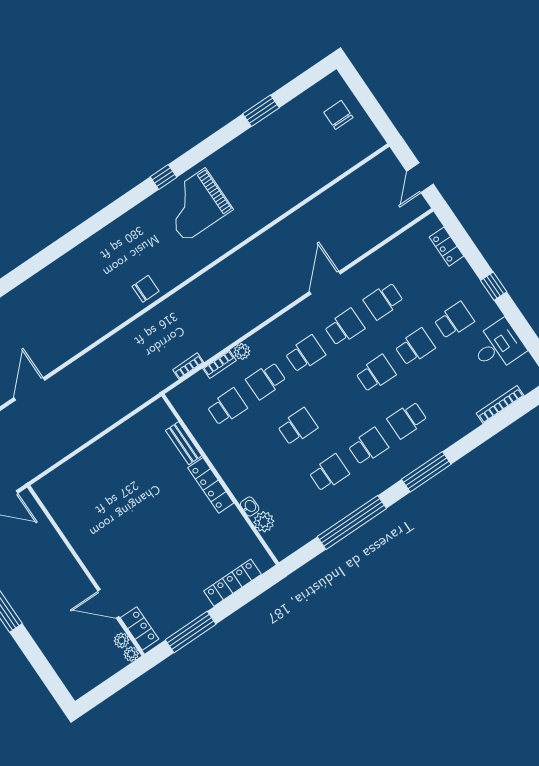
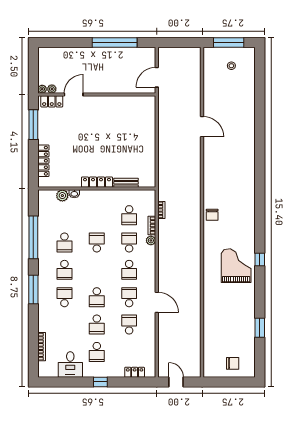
school desk: (344, 327) -> (129, 297), turned 180
school desk: (298, 427) -> (97, 243), turned 180

